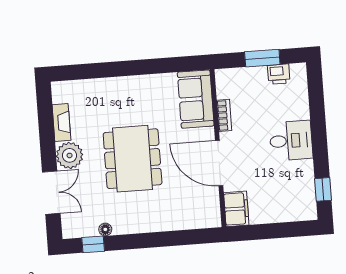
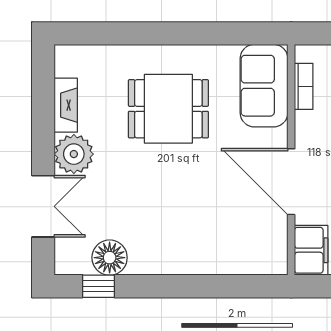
bookcase: (224, 115) -> (304, 86), moved
dining table: (133, 159) -> (168, 109), moved, width x0.73
floor lamp: (105, 229) -> (110, 258), width x1.89, depth x1.89

